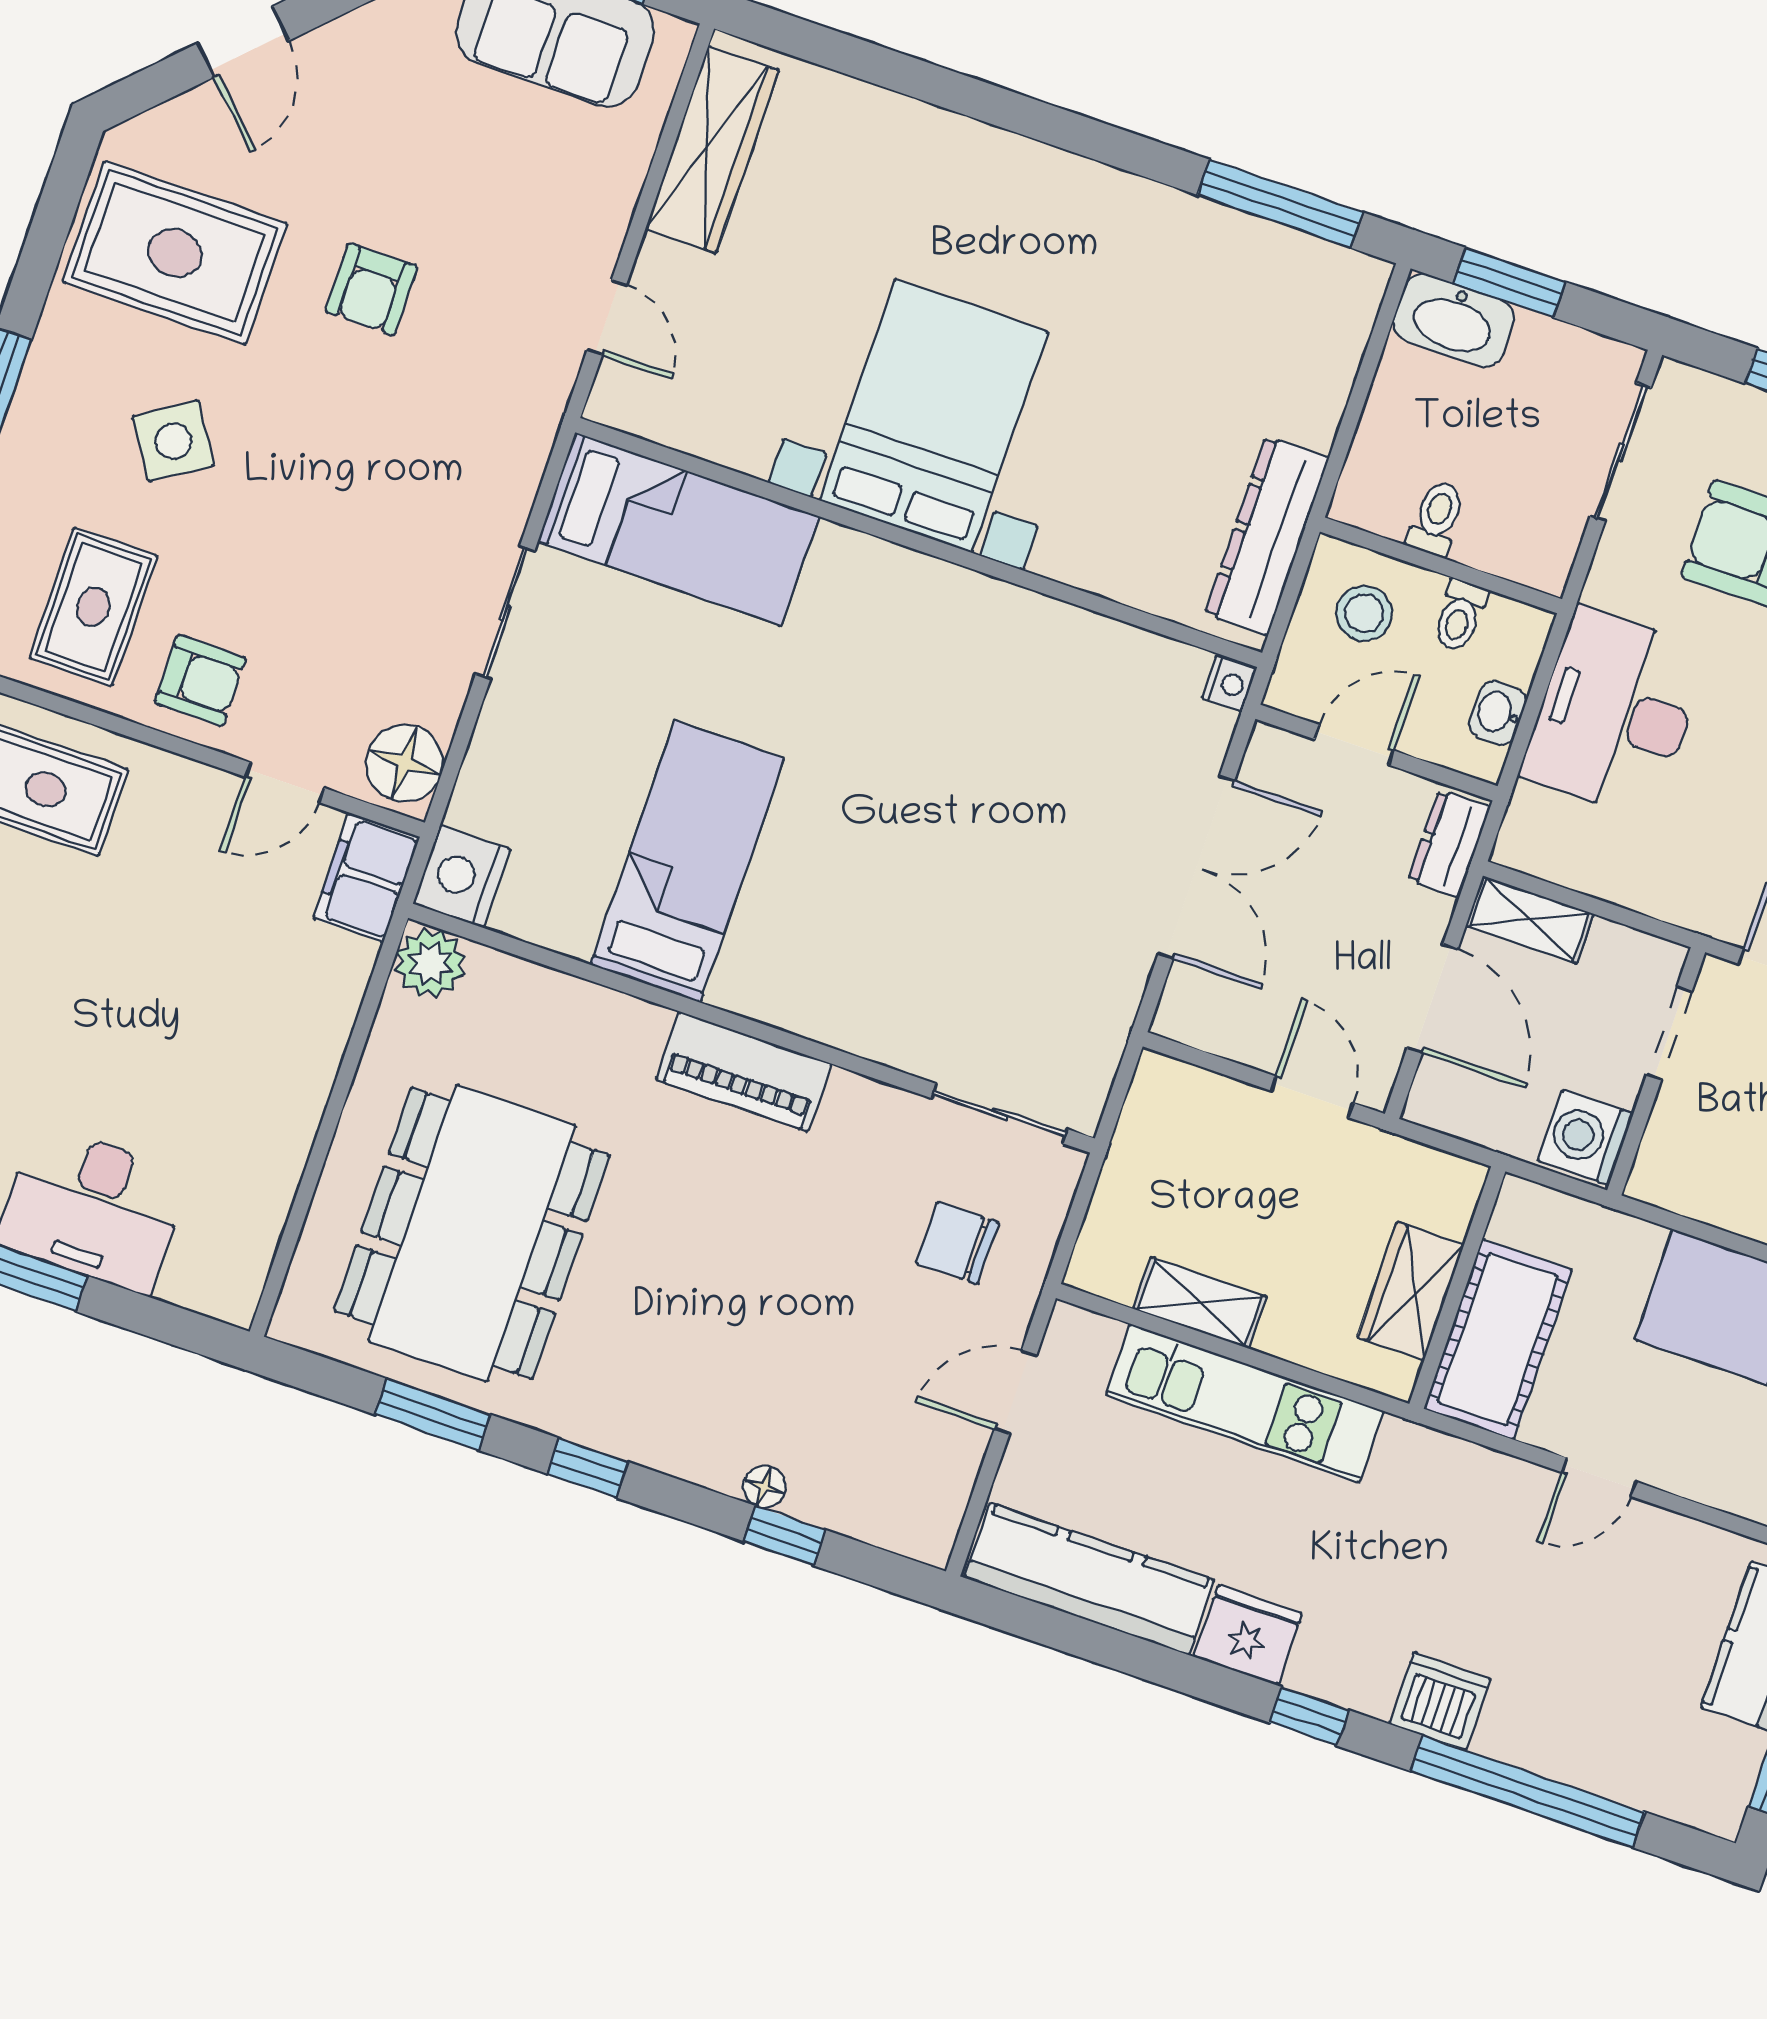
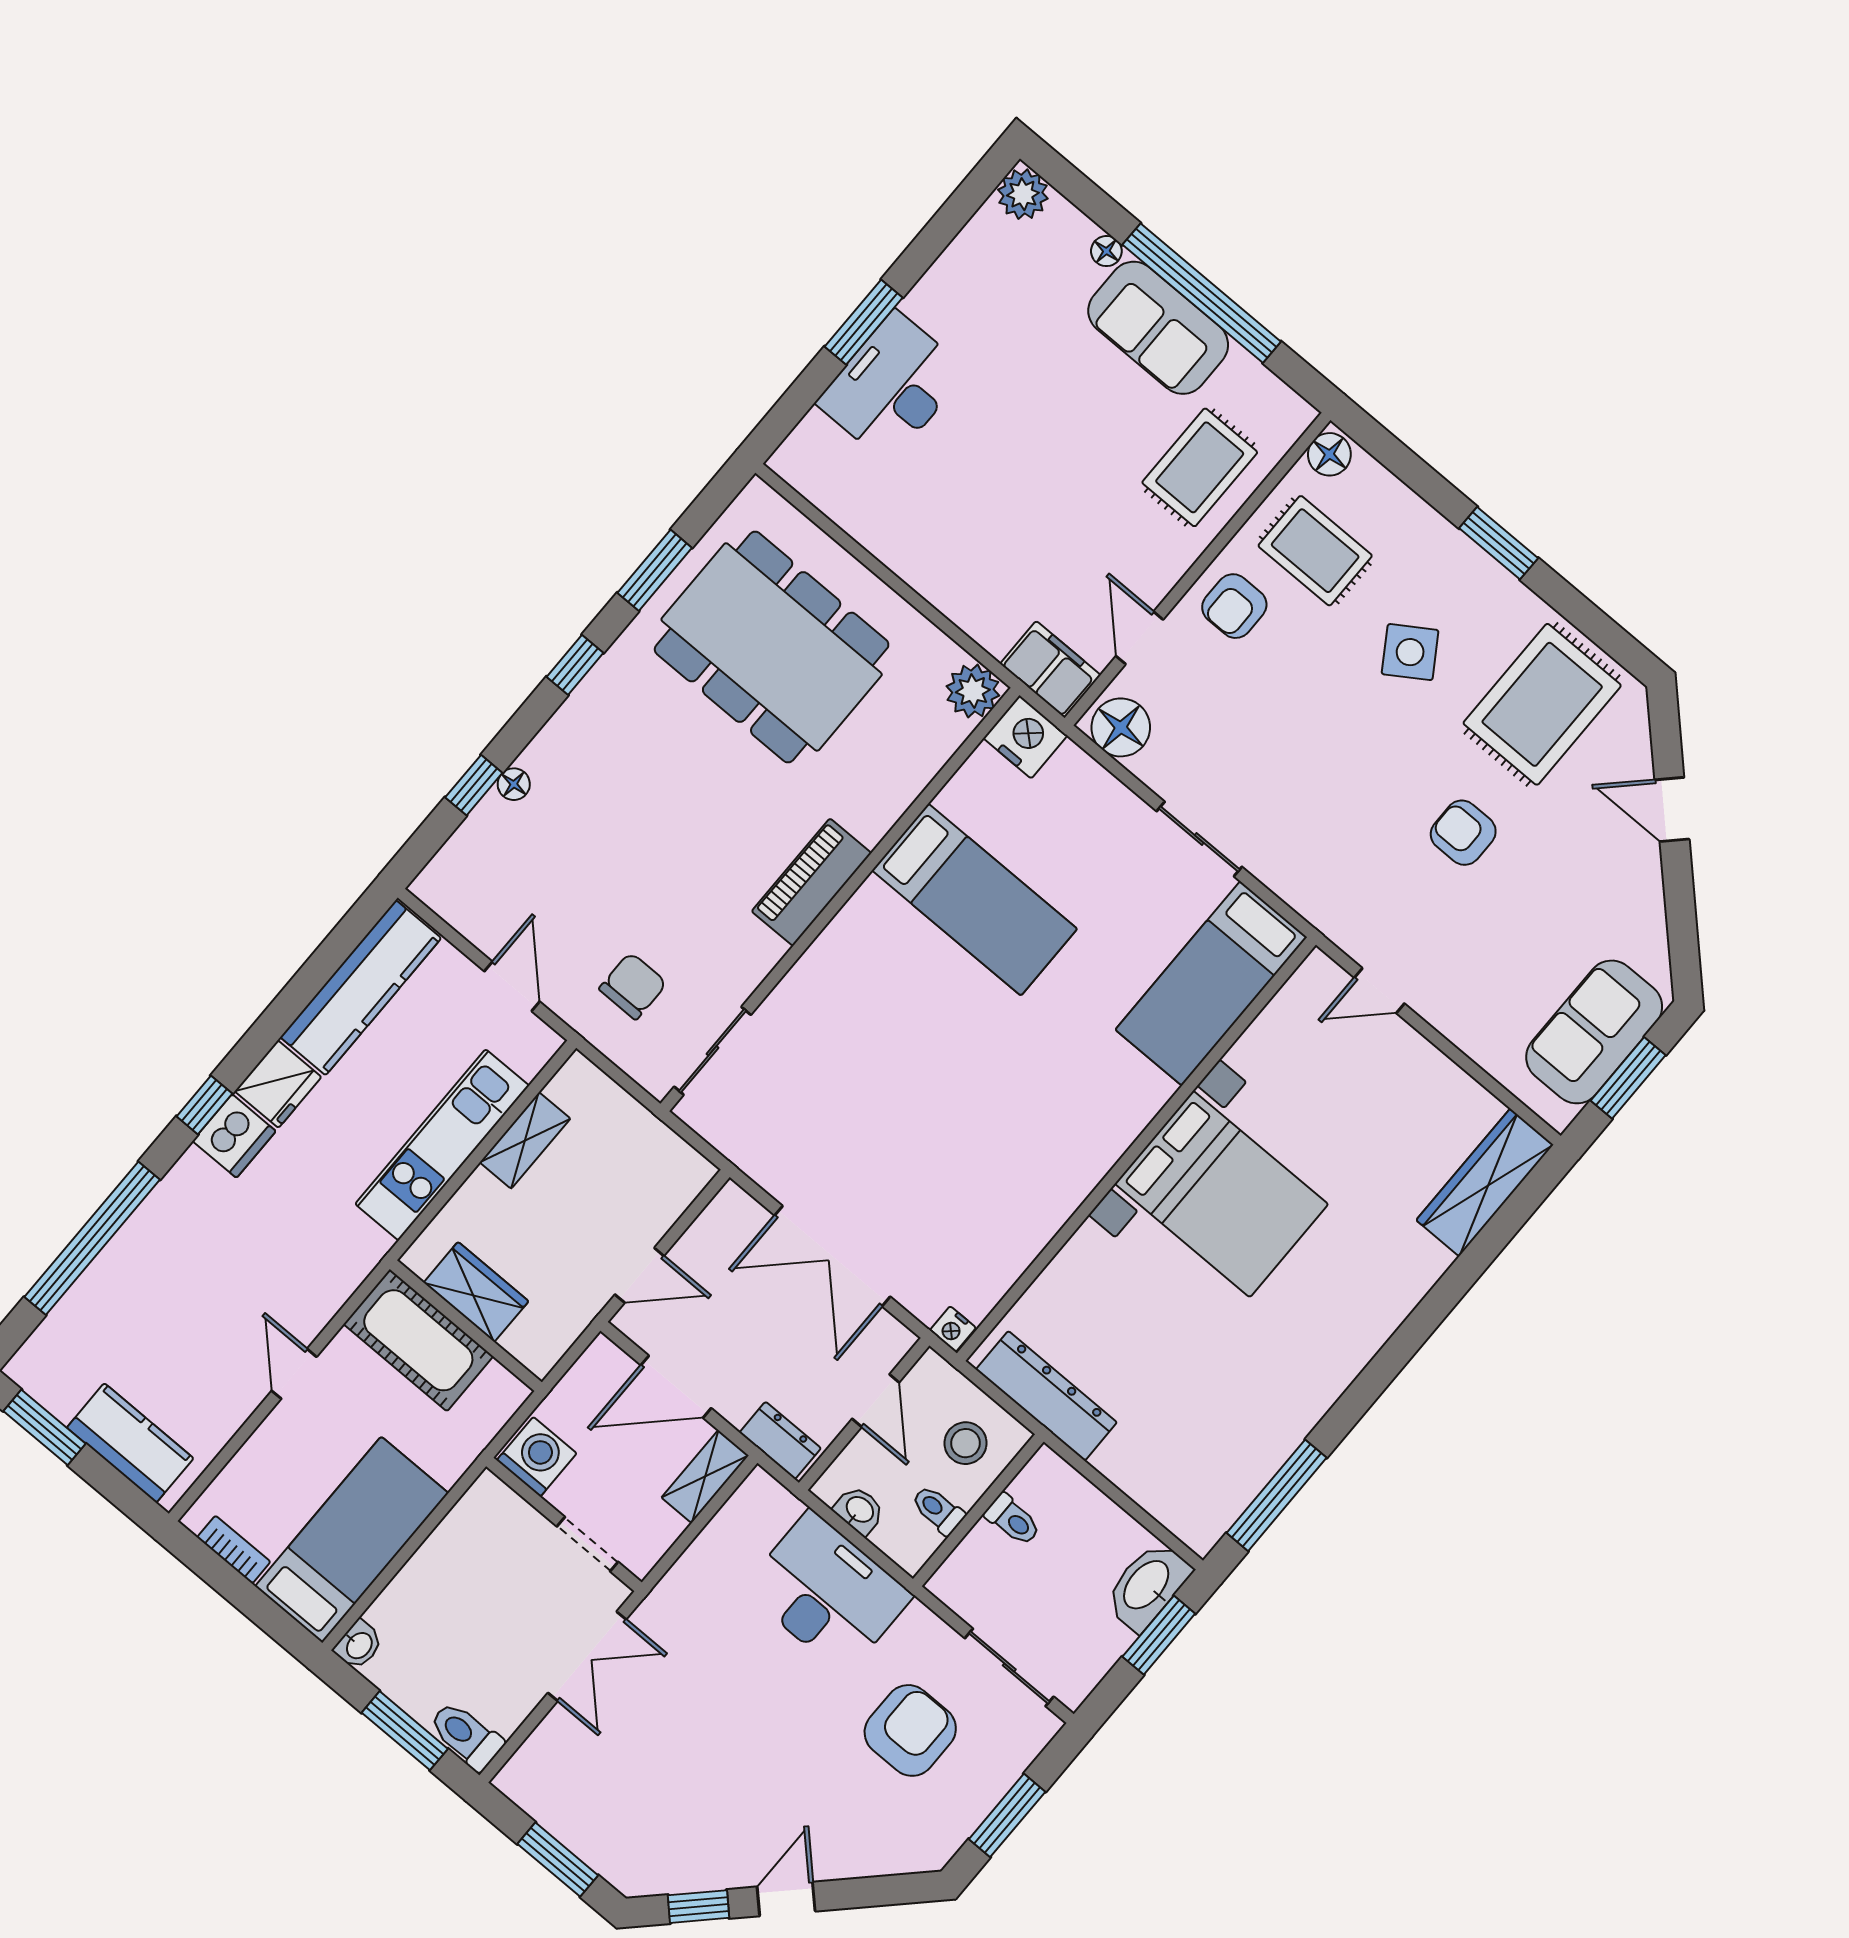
wardrobe: (712, 150) -> (1485, 1182), moved, turned 90
dishwasher: (1440, 1701) -> (234, 1136), moved

